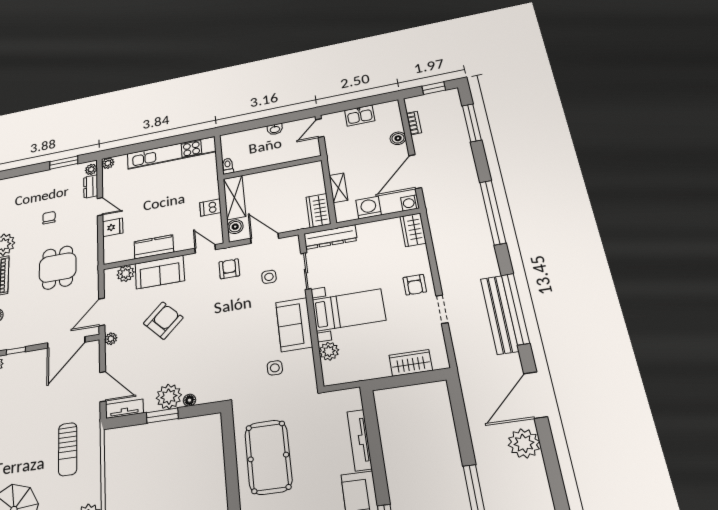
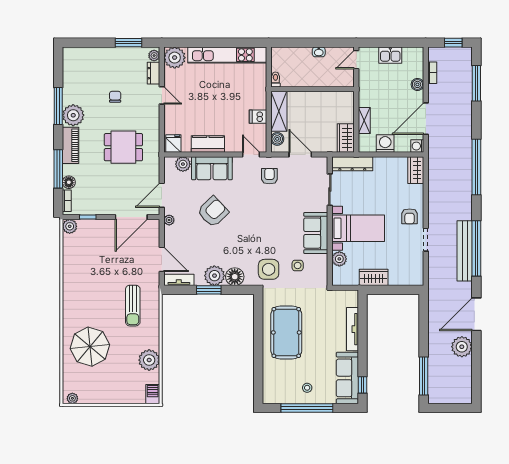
plant: (108, 163) -> (175, 58), width x1.87, depth x1.87
fridge: (113, 227) -> (173, 143), moved, turned -90
dining table: (58, 268) -> (123, 147), turned 90
side table: (269, 277) -> (269, 269), moved, width x1.87, depth x1.87
wardrobe: (411, 363) -> (374, 277), moved
floor lamp: (190, 400) -> (235, 277), width x1.89, depth x1.89

